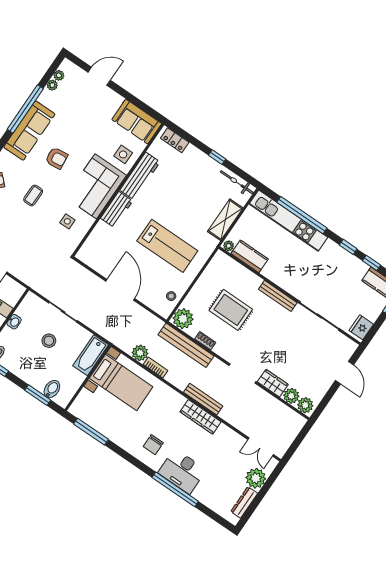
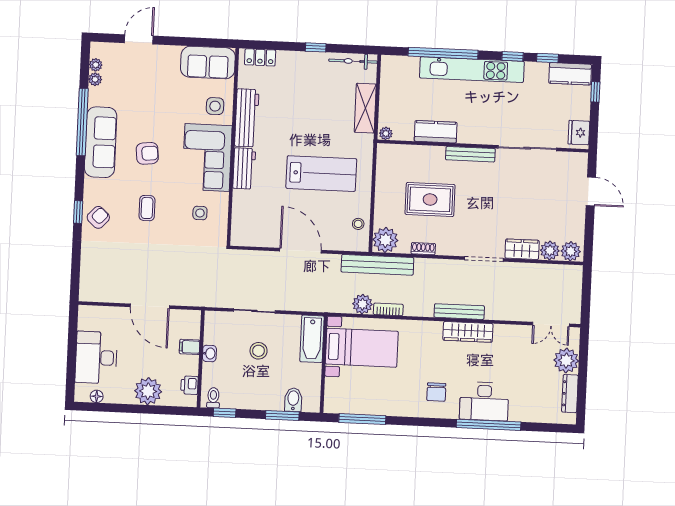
kitchen unit: (288, 221) -> (472, 70), moved
kitchen counter: (250, 256) -> (436, 132), moved
bench: (186, 345) -> (377, 265), moved

